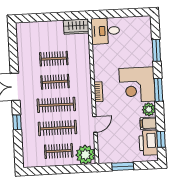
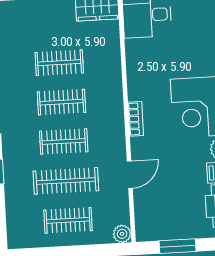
clothes rail: (56, 105) -> (64, 142), width x0.73
plant: (85, 155) -> (122, 234), width x0.53, depth x0.53

